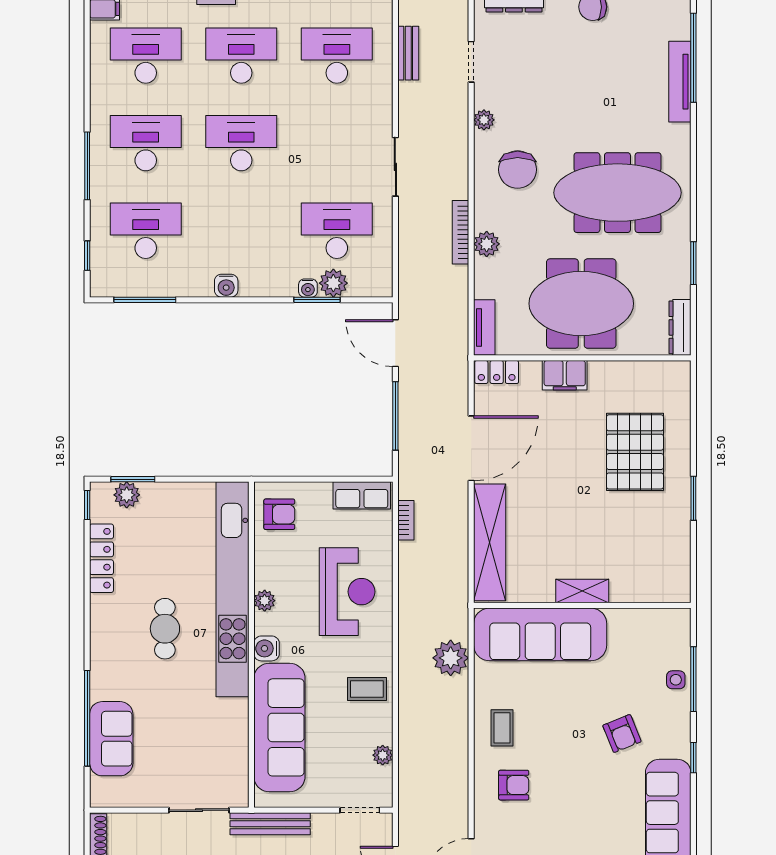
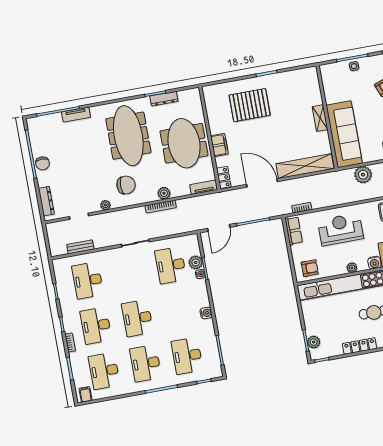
tv unit: (680, 82) -> (76, 115), width x0.71
dresser: (680, 327) -> (164, 99), moved
armchair: (279, 514) -> (310, 268), turned 90
locker: (102, 558) -> (360, 346), moved

